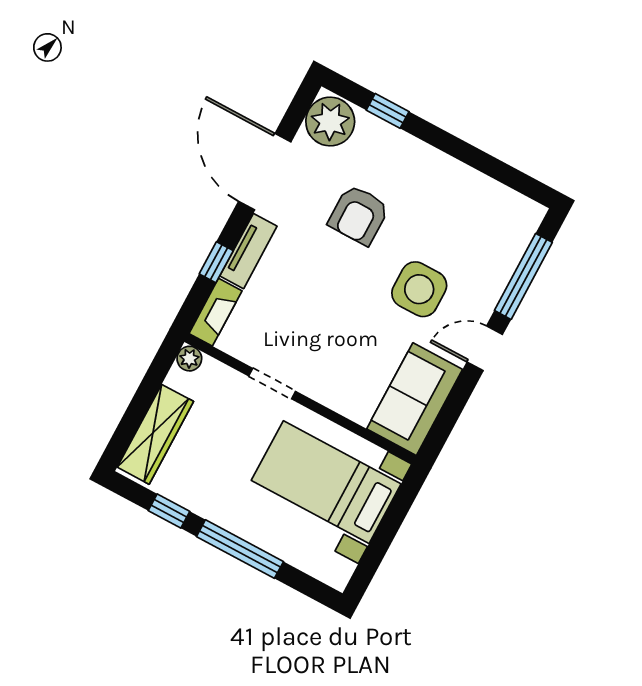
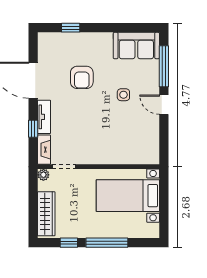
plant: (330, 122) -> (49, 45), removed
side table: (419, 289) -> (123, 95), width x0.54, depth x0.54
door: (485, 348) -> (164, 105), hinge flipped
doorway: (272, 384) -> (64, 167), moved
sofa: (415, 399) -> (136, 46), moved, turned -90

